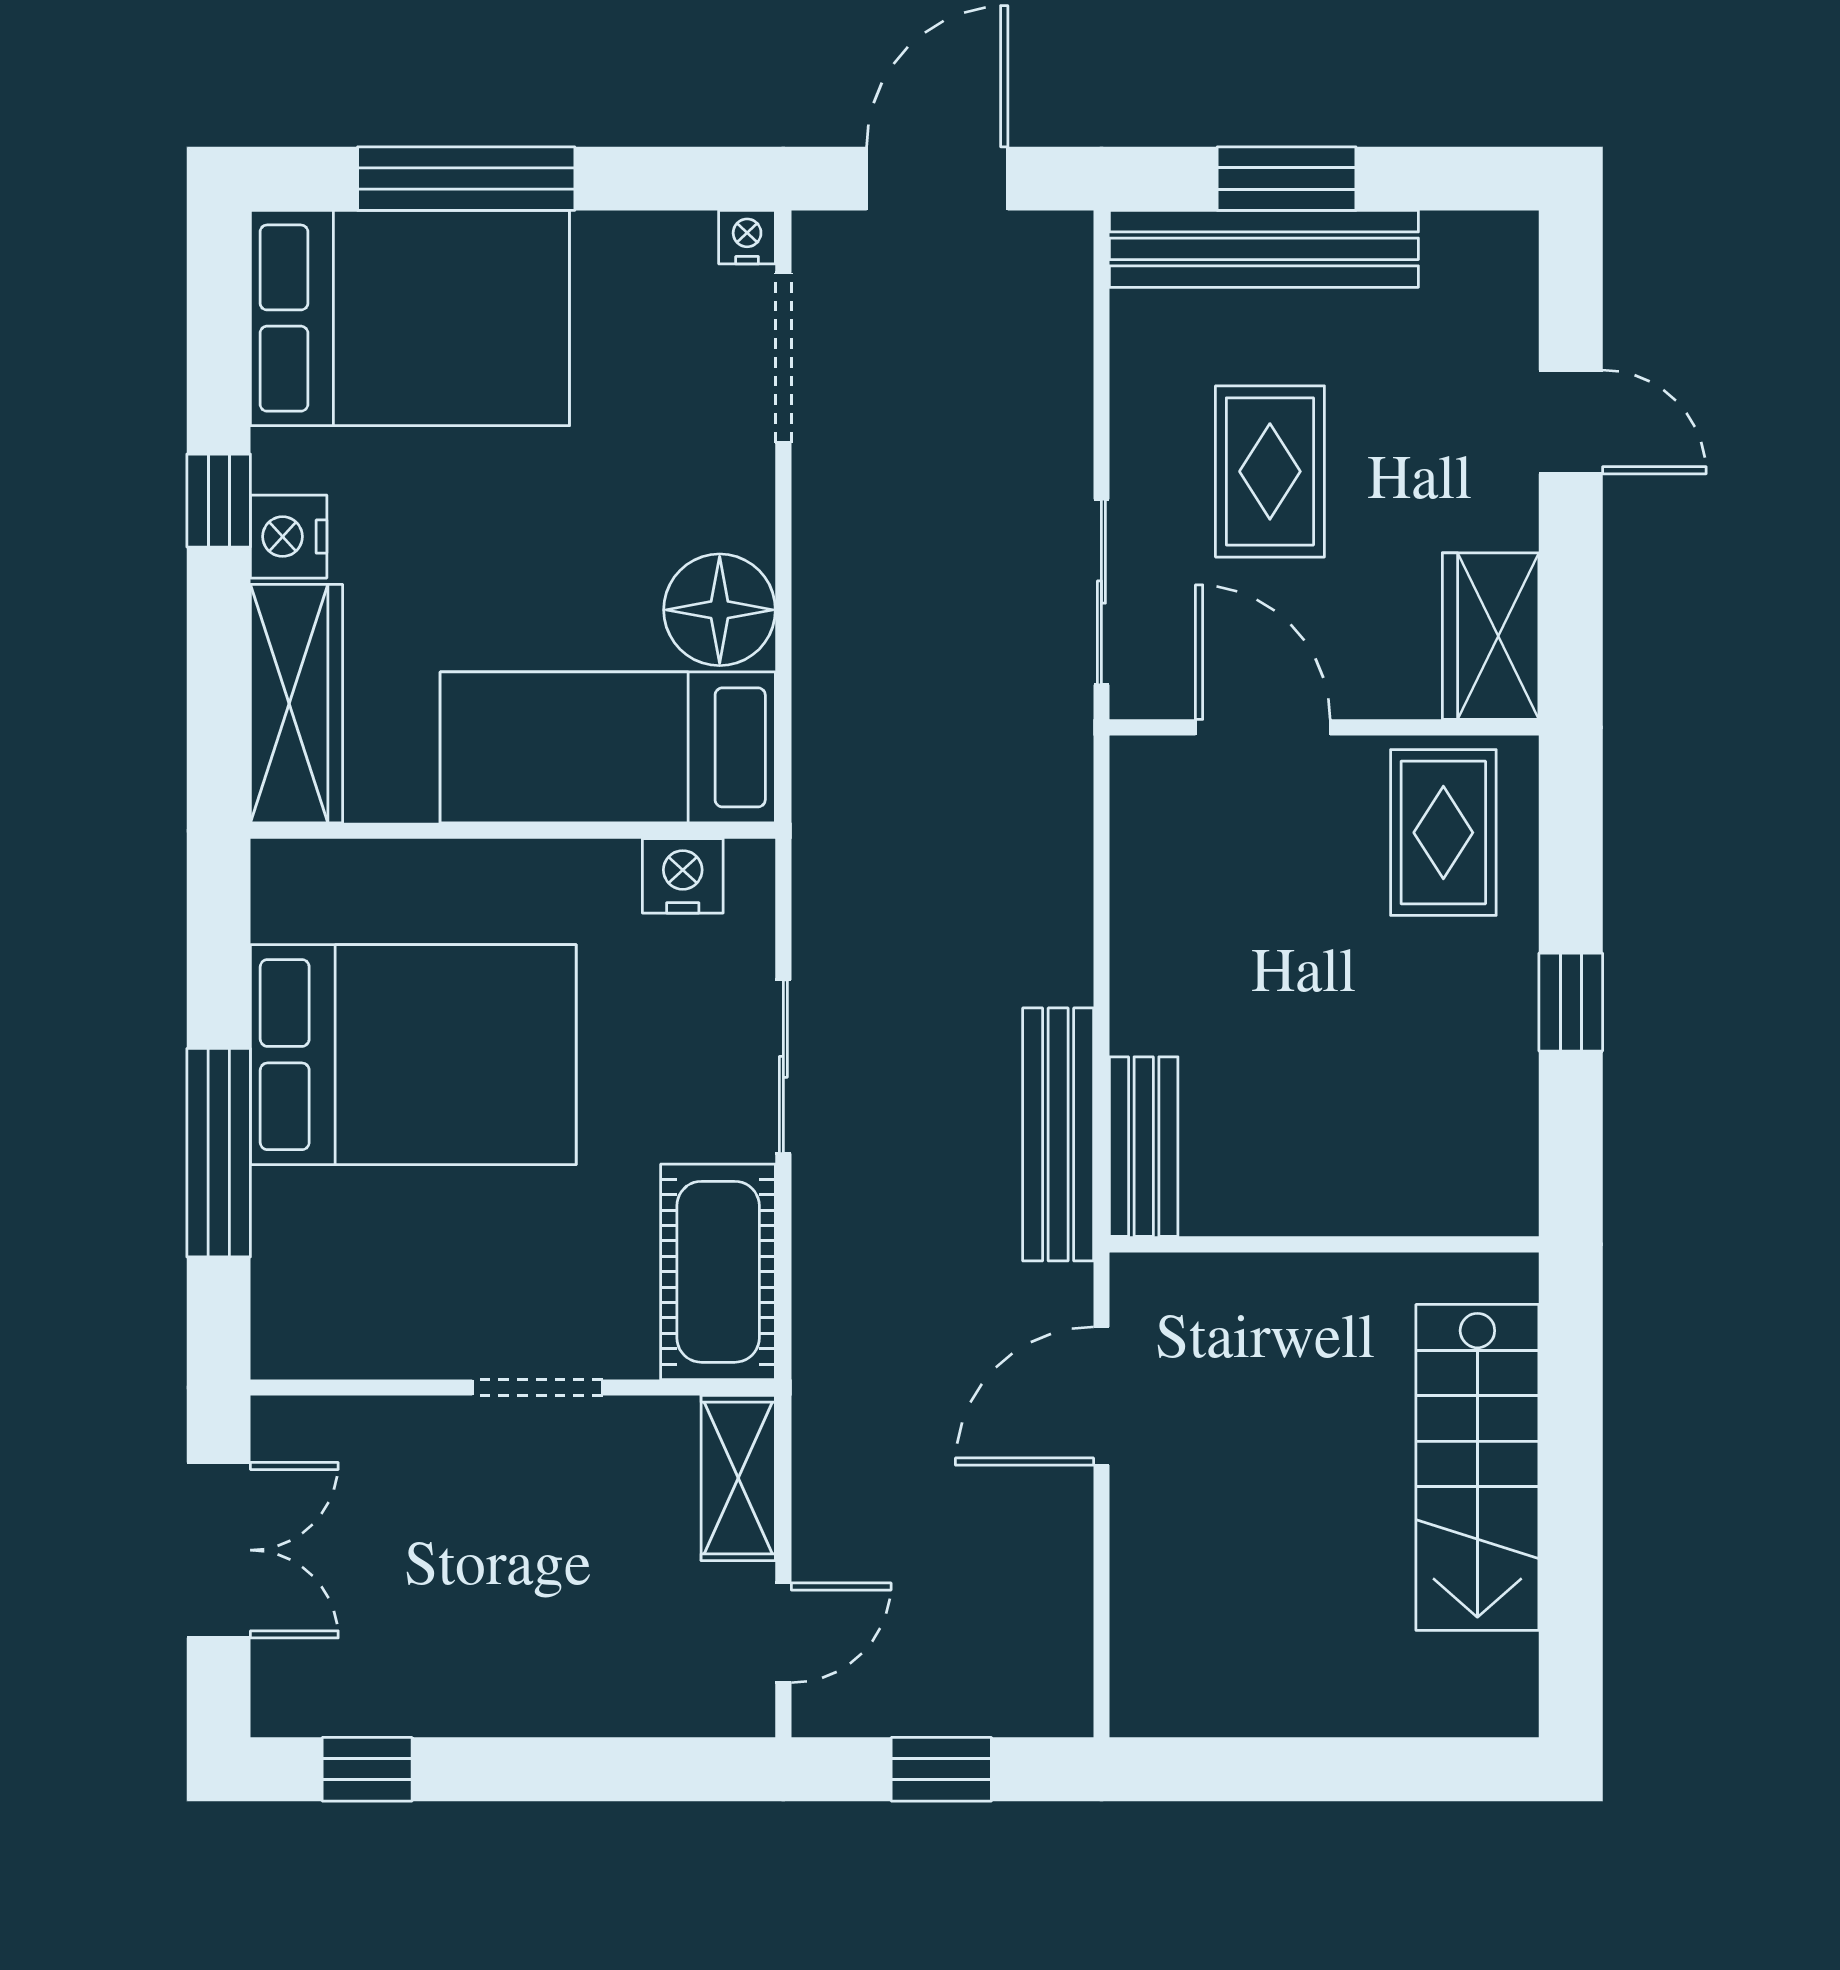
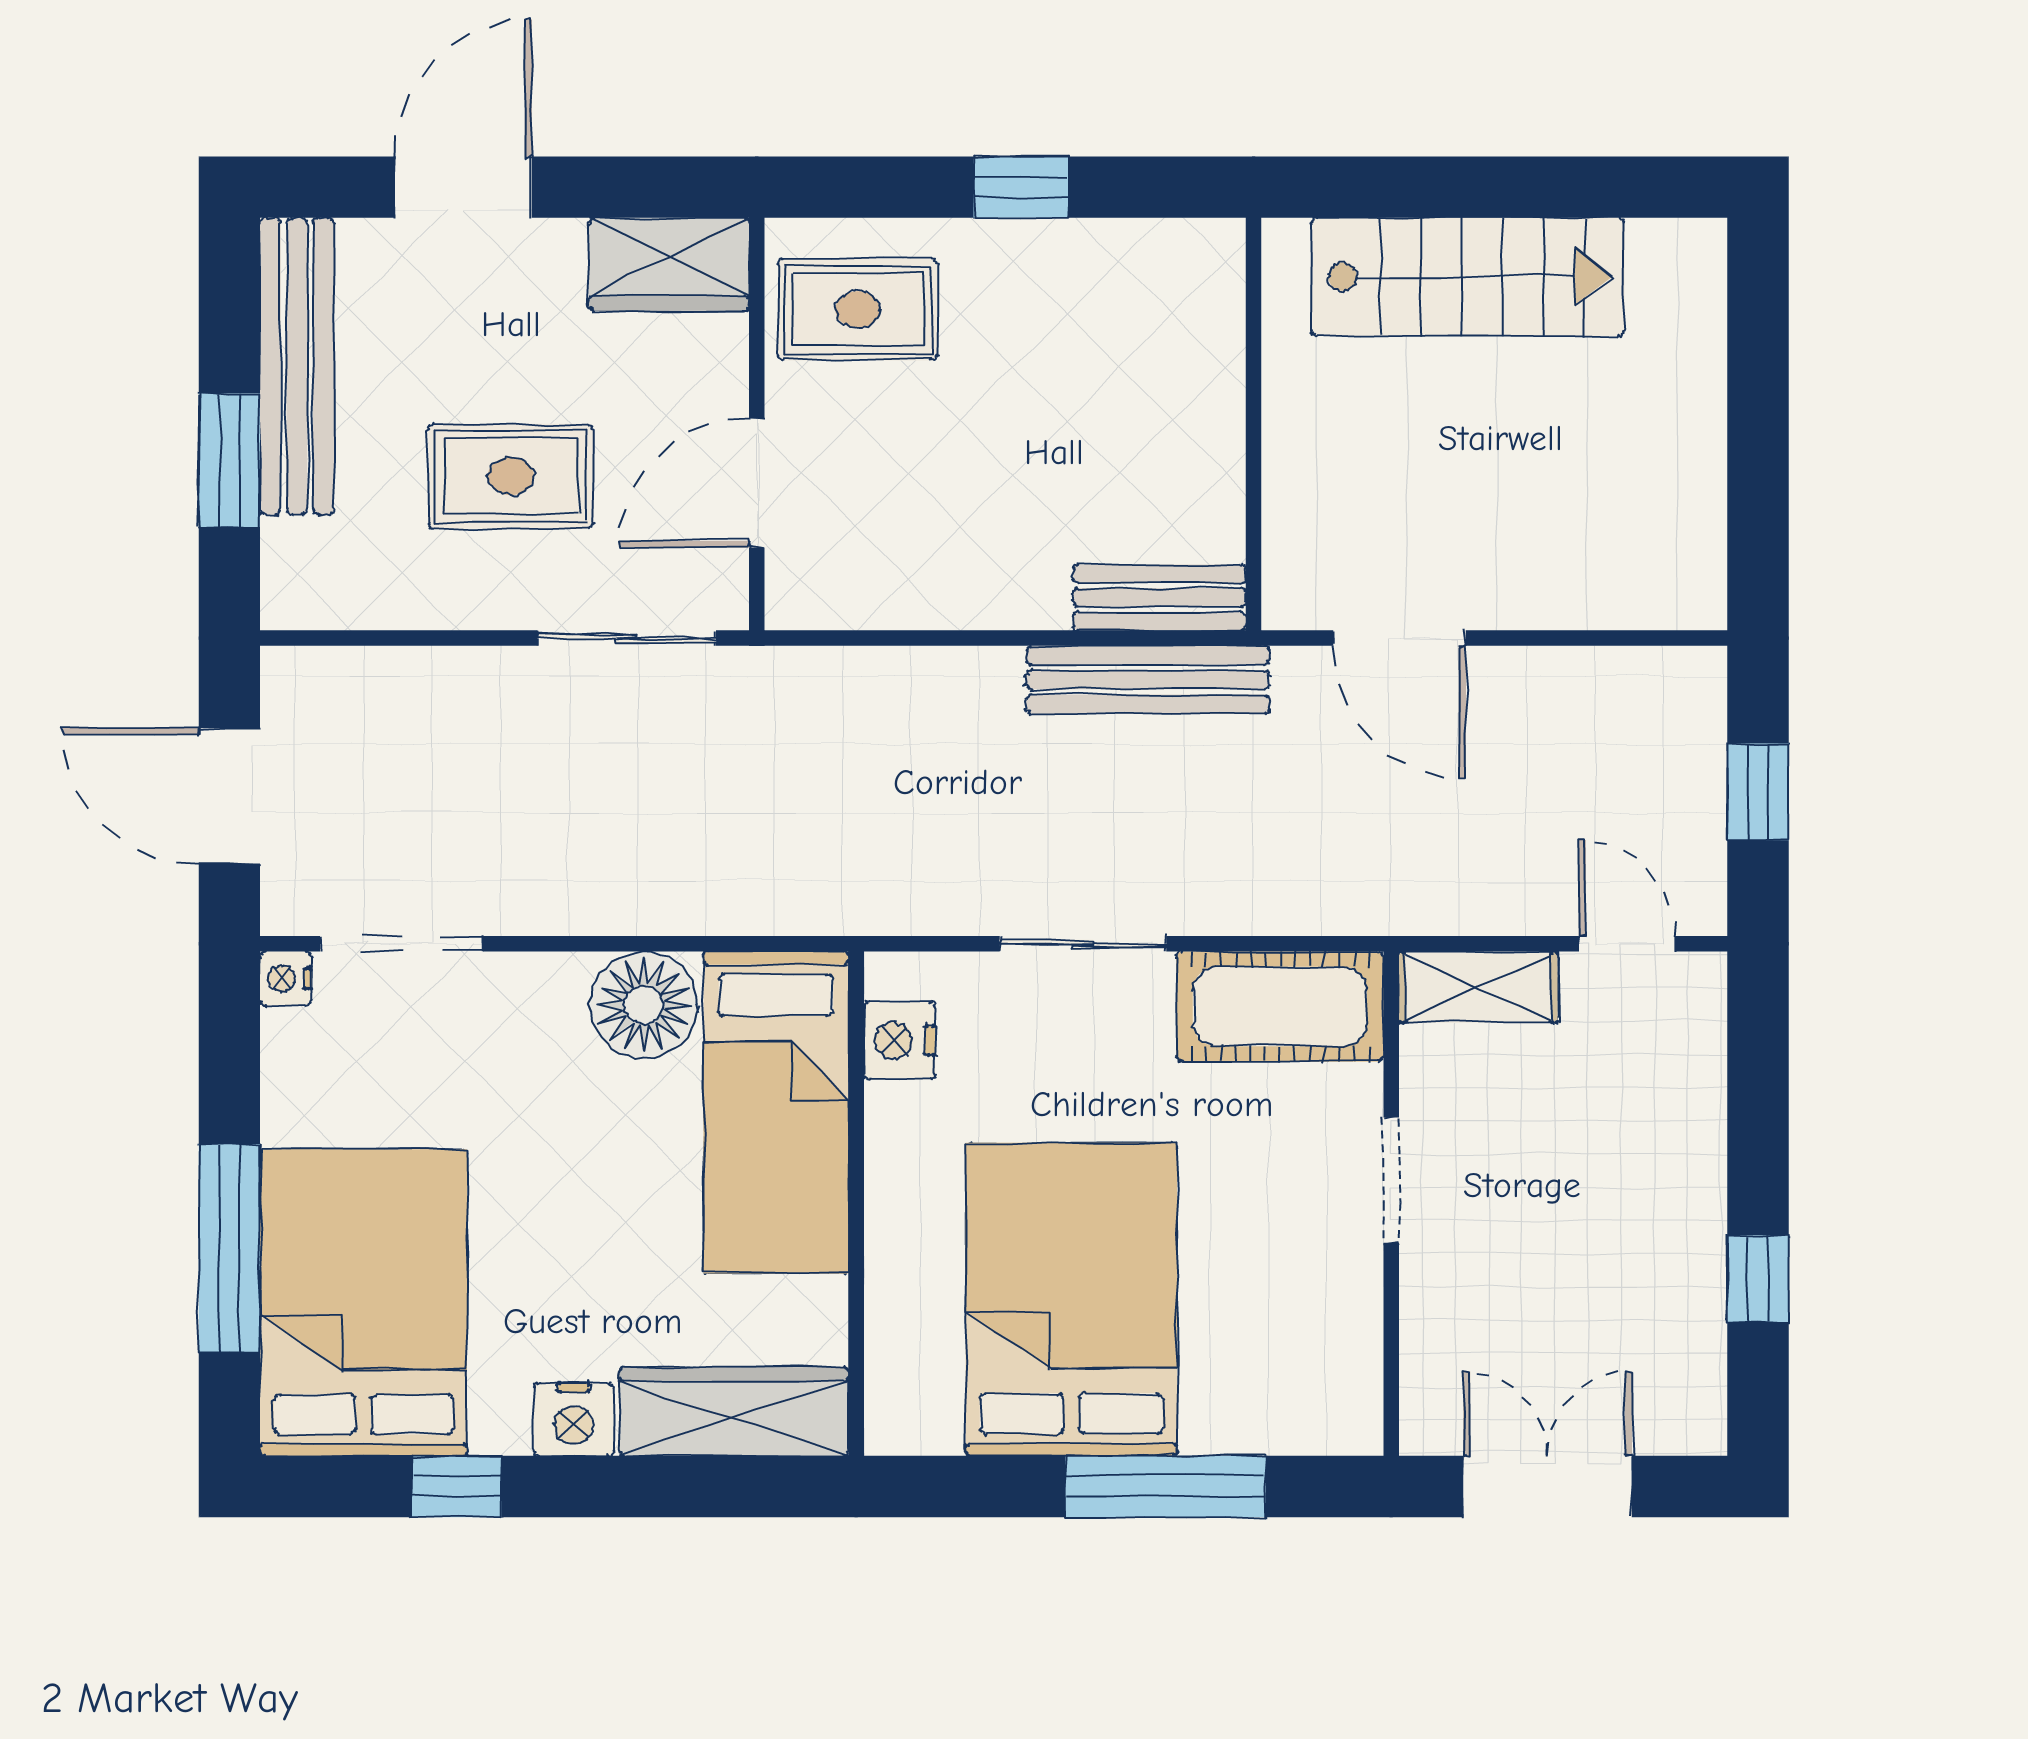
bench: (1264, 249) -> (297, 366), moved
door: (1571, 422) -> (463, 187), width x1.38
window: (219, 501) -> (457, 1486), moved
window: (367, 1769) -> (1758, 1279), moved

